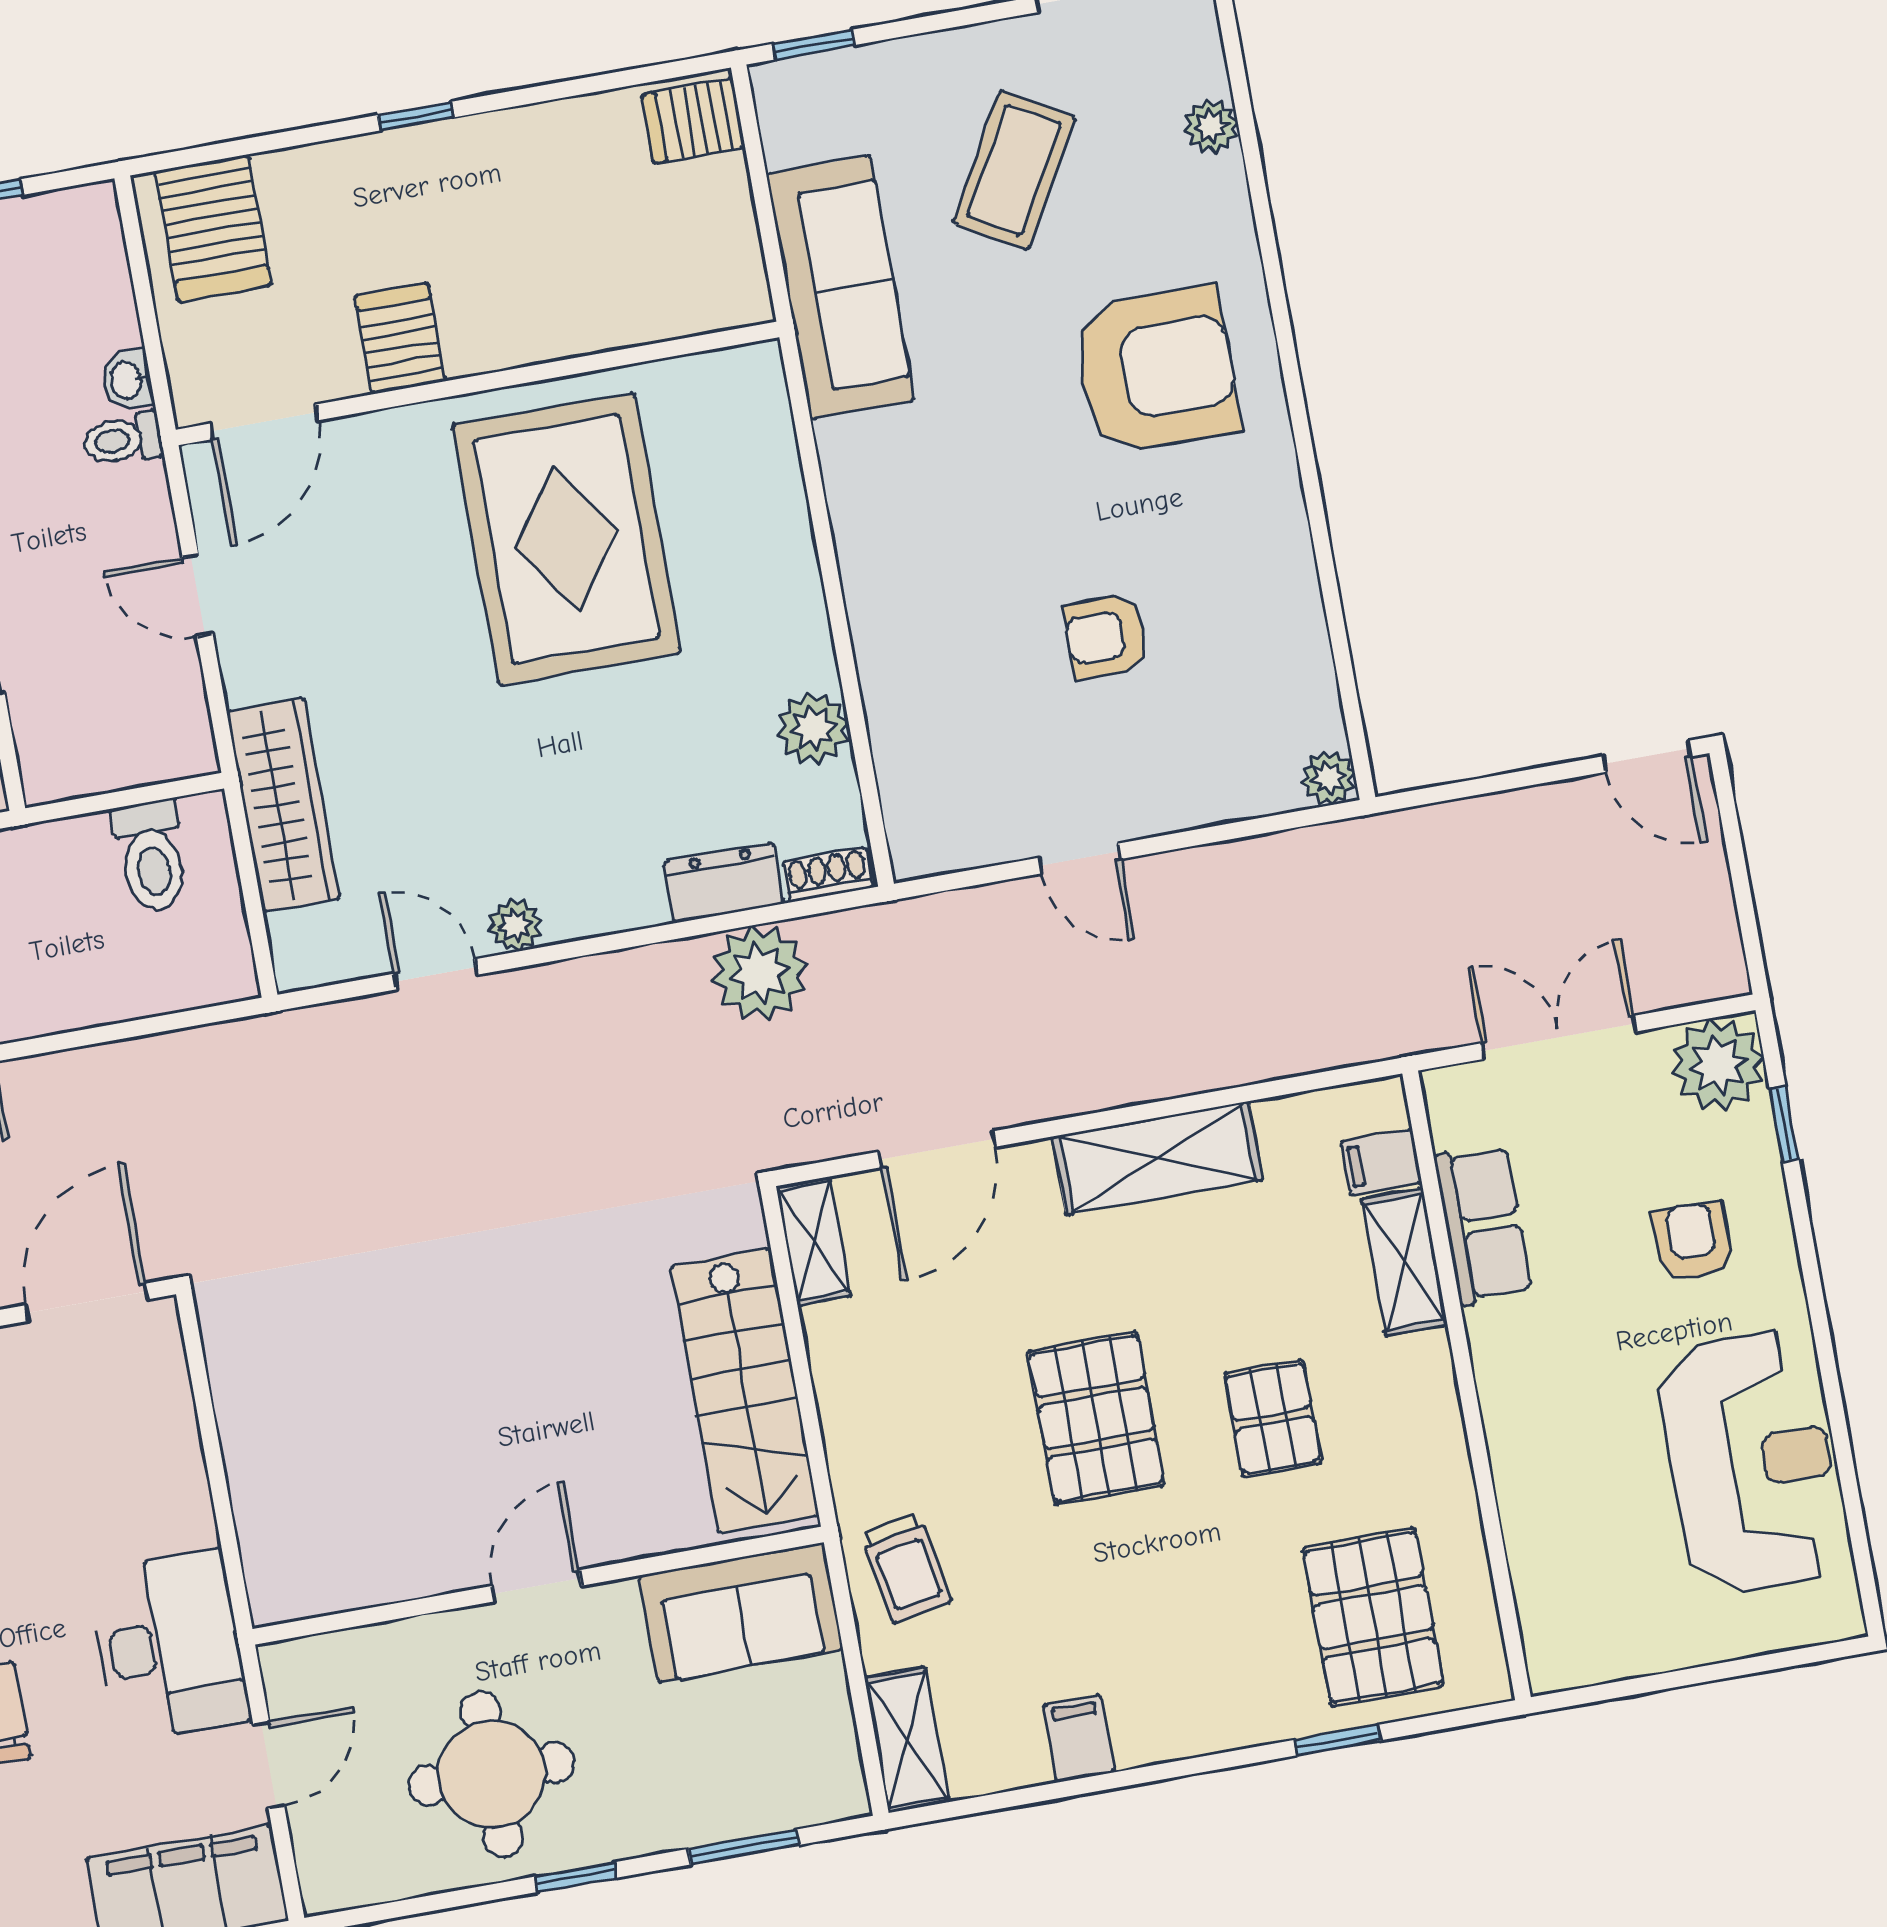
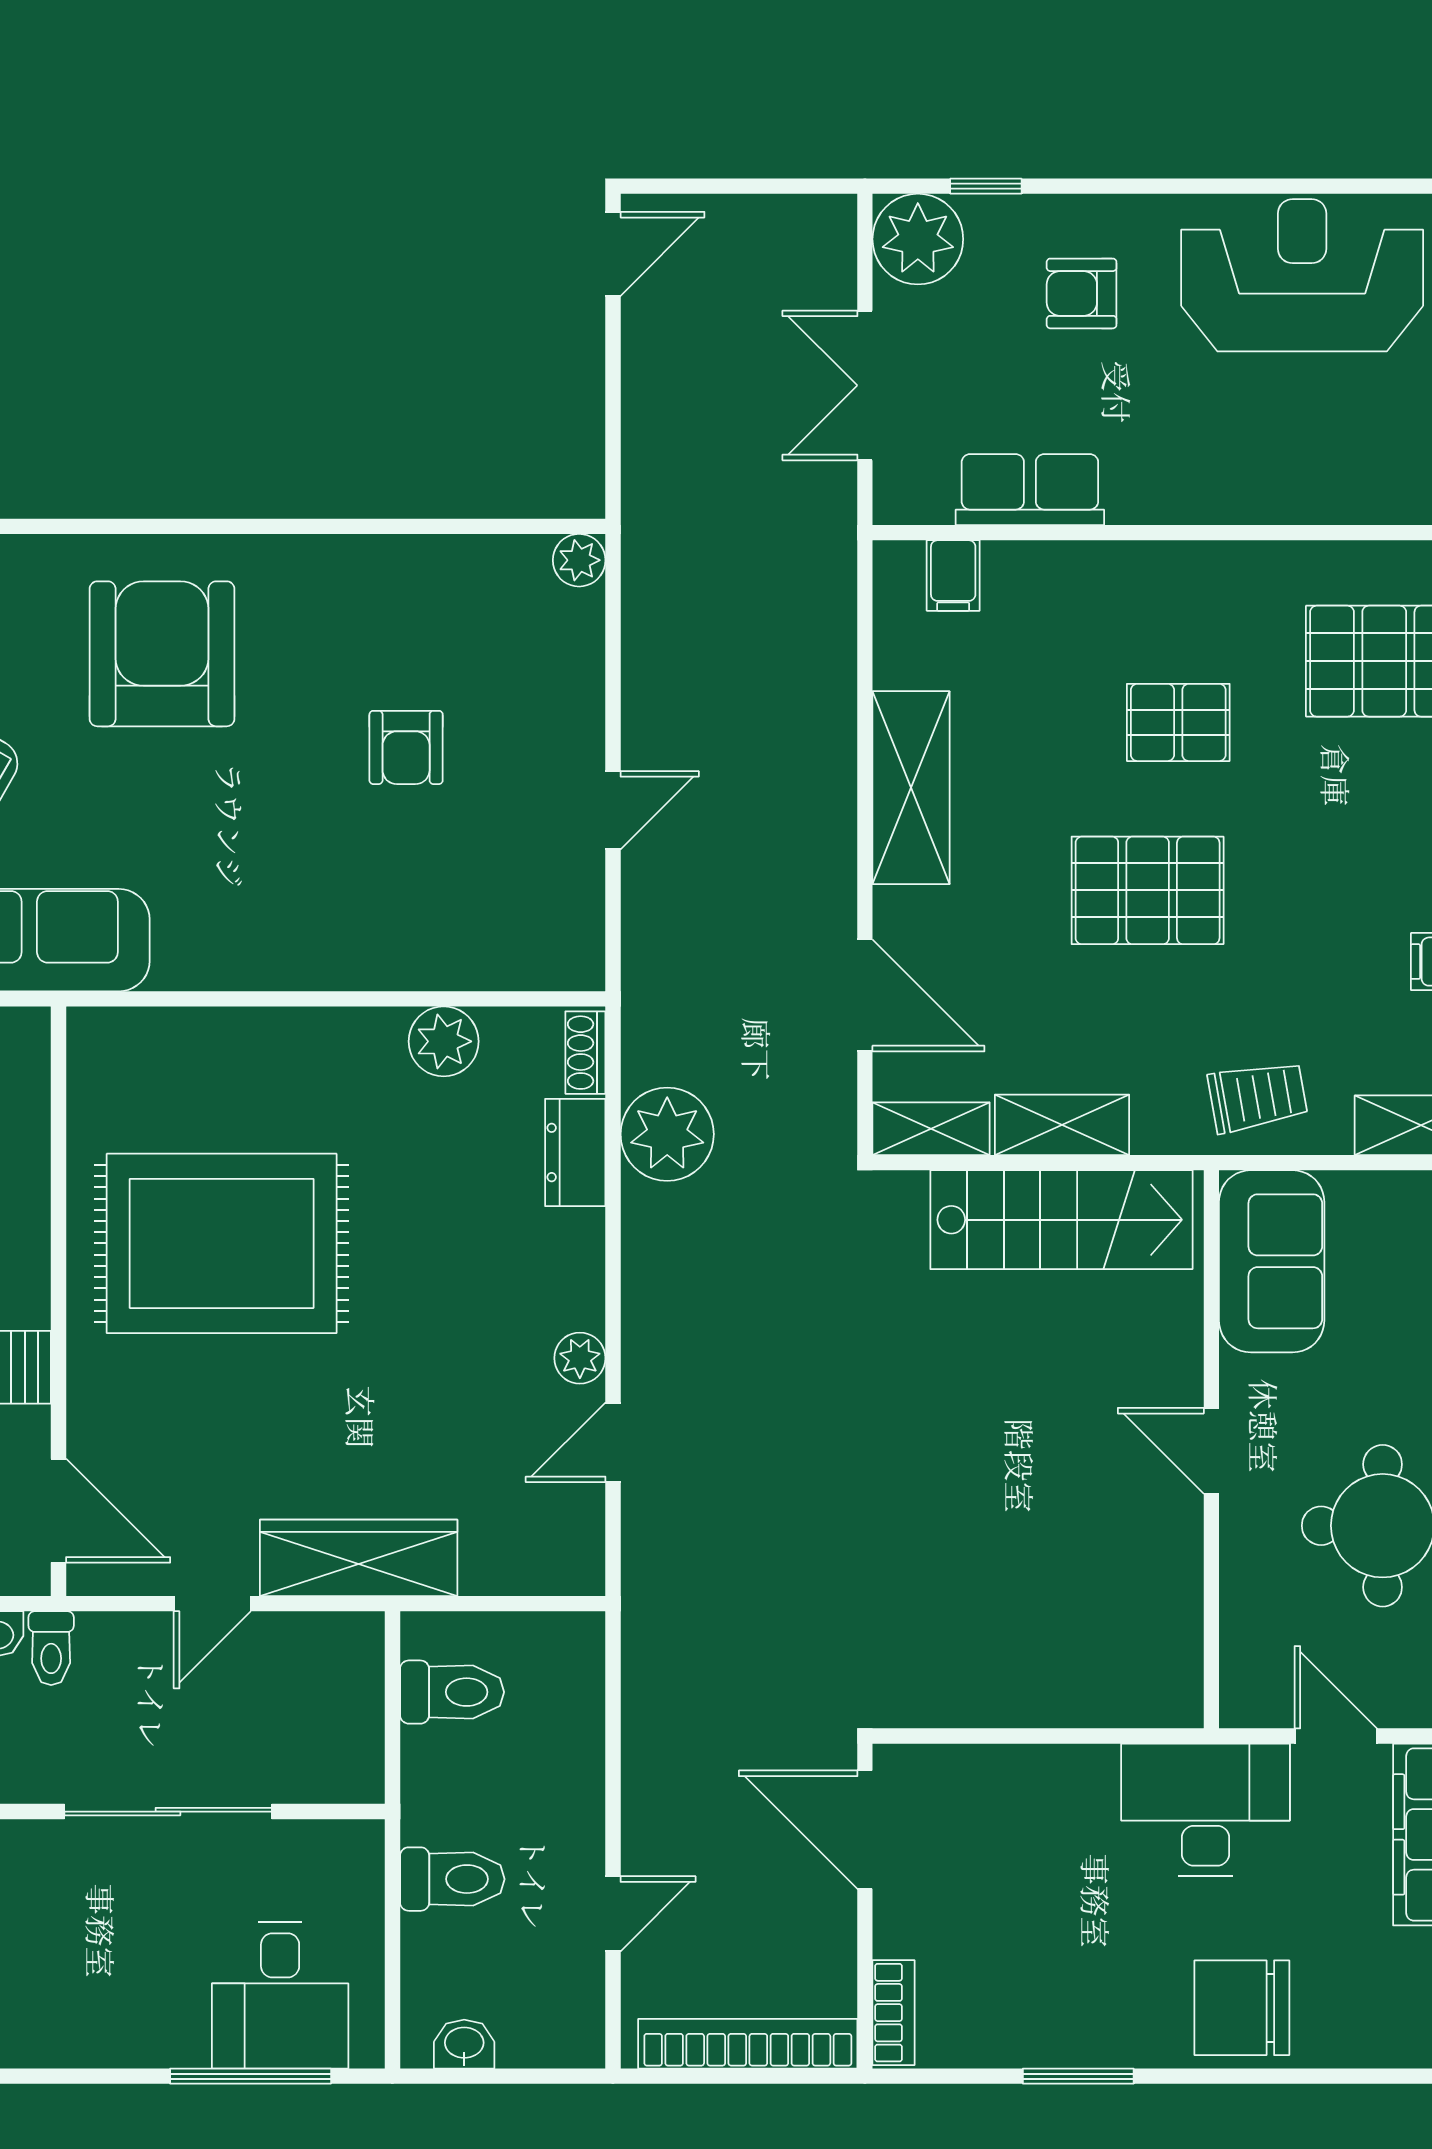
wardrobe: (283, 805) -> (359, 1558), moved
shelving: (1405, 1262) -> (1062, 1125), moved

